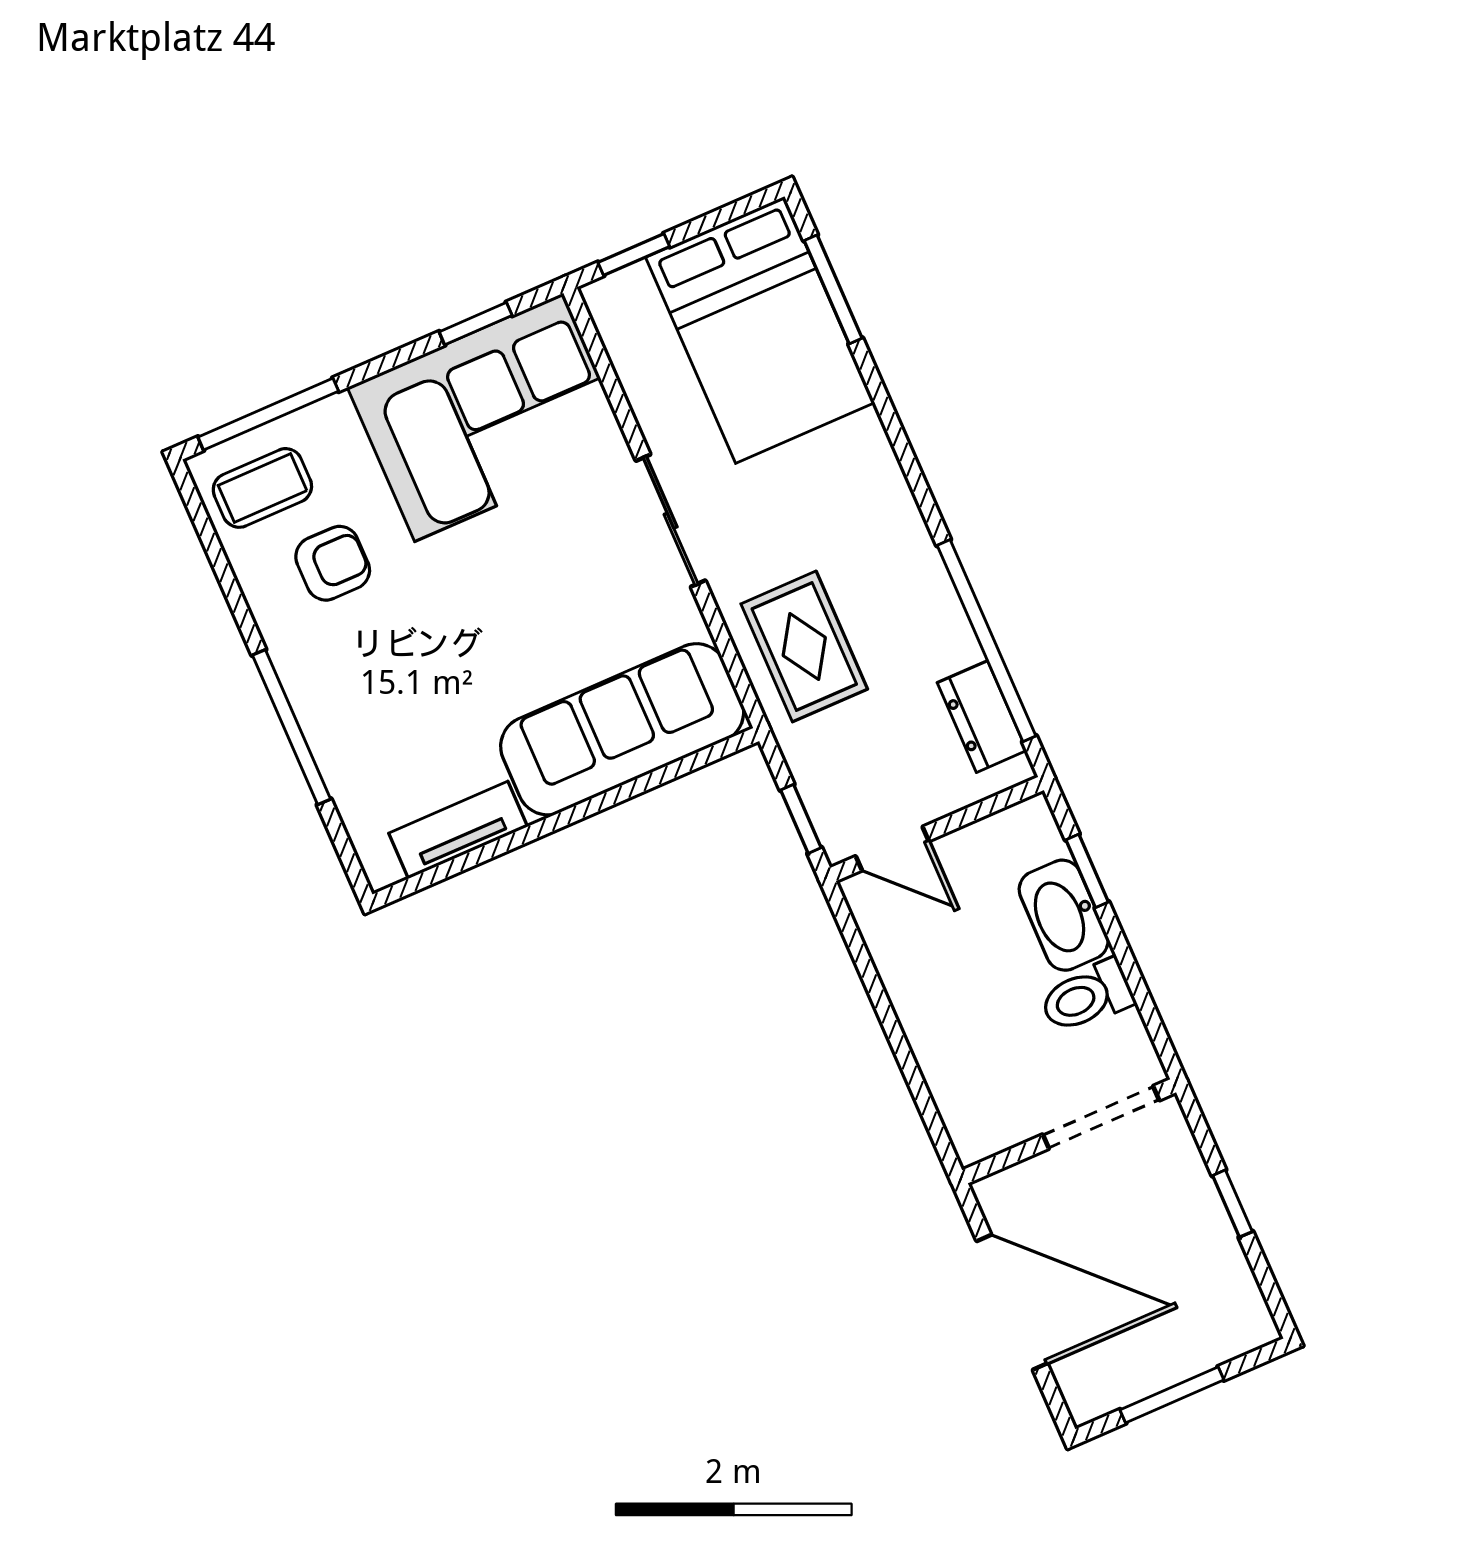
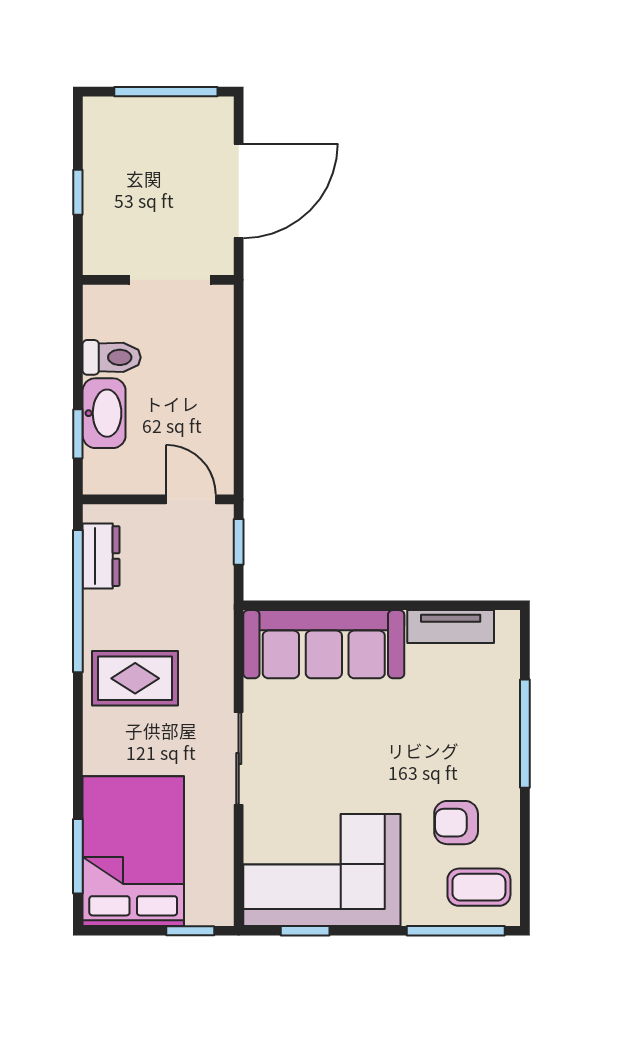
rug: (804, 646) -> (135, 678), moved, turned 90
doorway: (1101, 1117) -> (170, 280), moved
door: (1012, 1302) -> (239, 191), swing flipped
window: (1172, 1395) -> (166, 92), width x1.44

